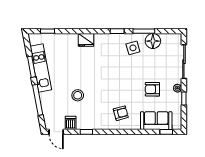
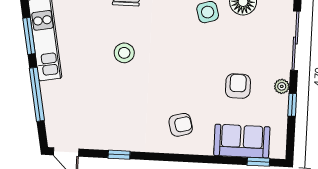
armchair: (152, 89) -> (238, 86), turned 90
stool: (78, 95) -> (124, 53), moved
dishwasher: (71, 123) -> (92, 138), removed

